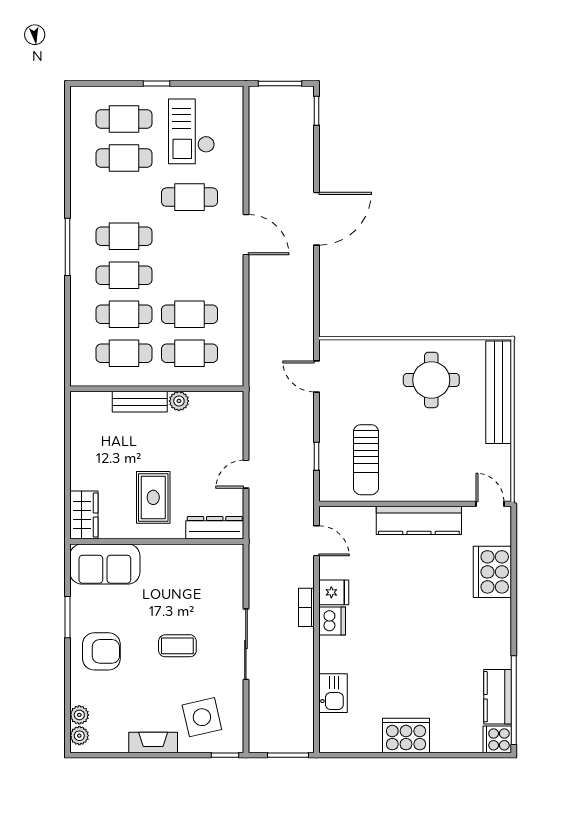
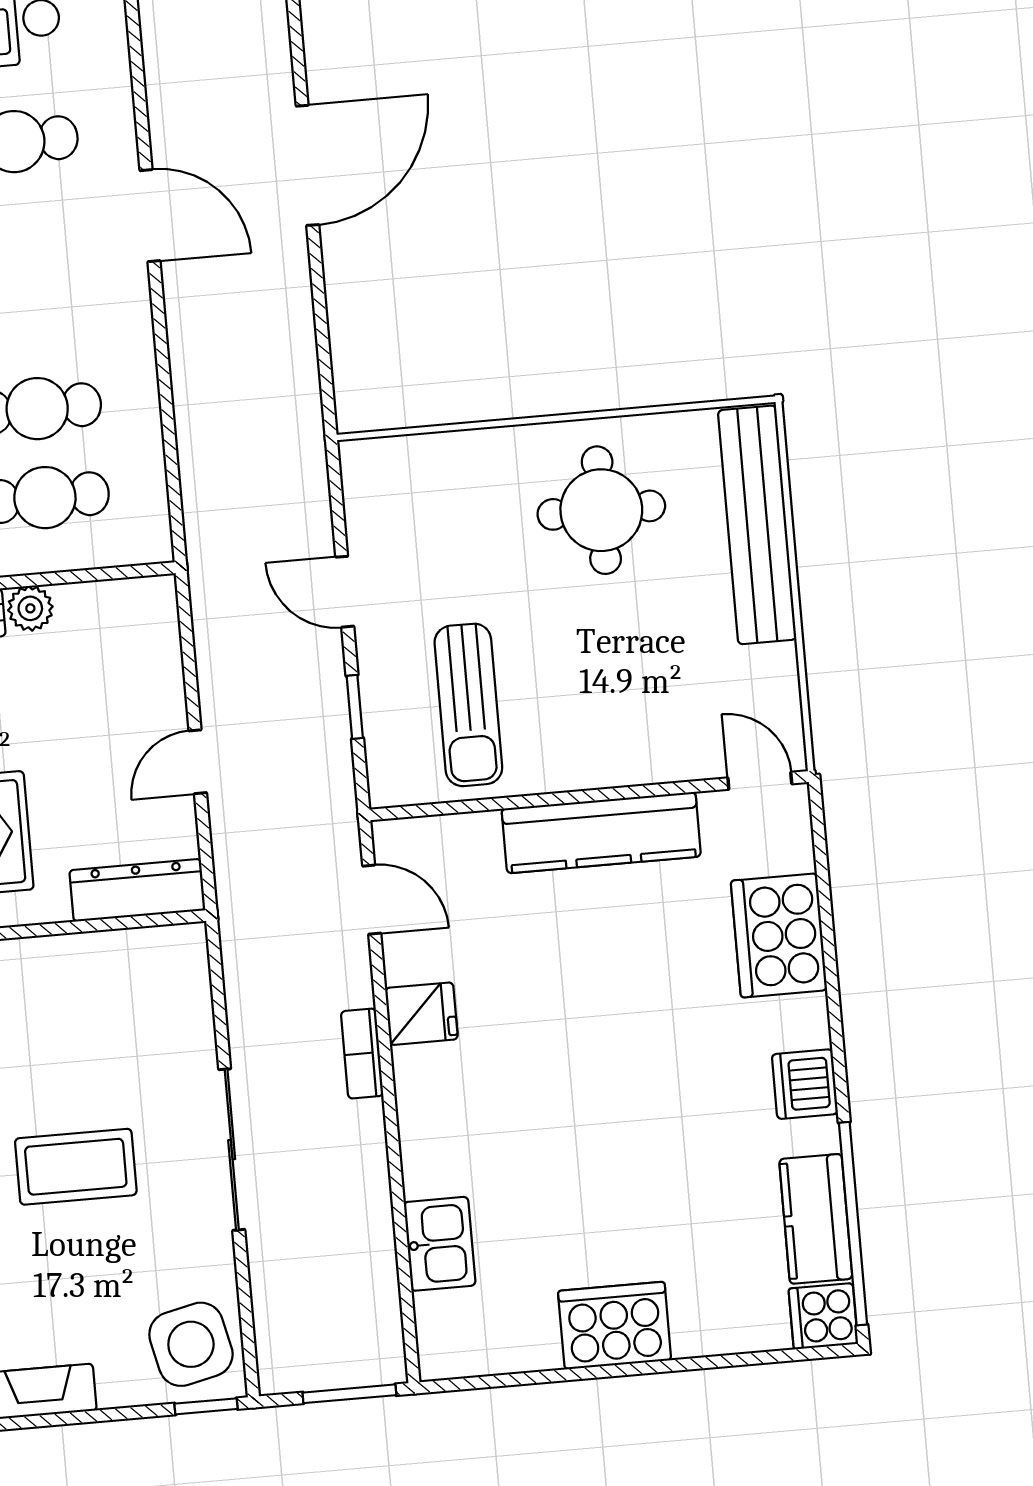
door: (316, 376) -> (345, 592), moved
dishwasher: (332, 621) -> (805, 1084), moved, turned 180
coffee table: (177, 646) -> (76, 1167), width x1.36, depth x1.30
side table: (202, 717) -> (191, 1344), moved

